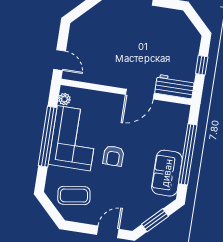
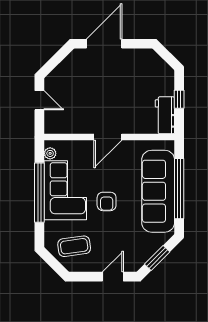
door: (60, 60) -> (39, 100), moved
workbench: (175, 87) -> (165, 115), moved, turned -90
door: (140, 94) -> (108, 137), moved
sofa: (167, 173) -> (158, 191), width x1.85, depth x1.27

